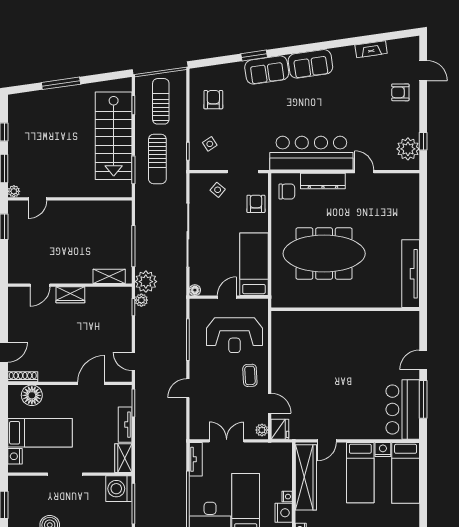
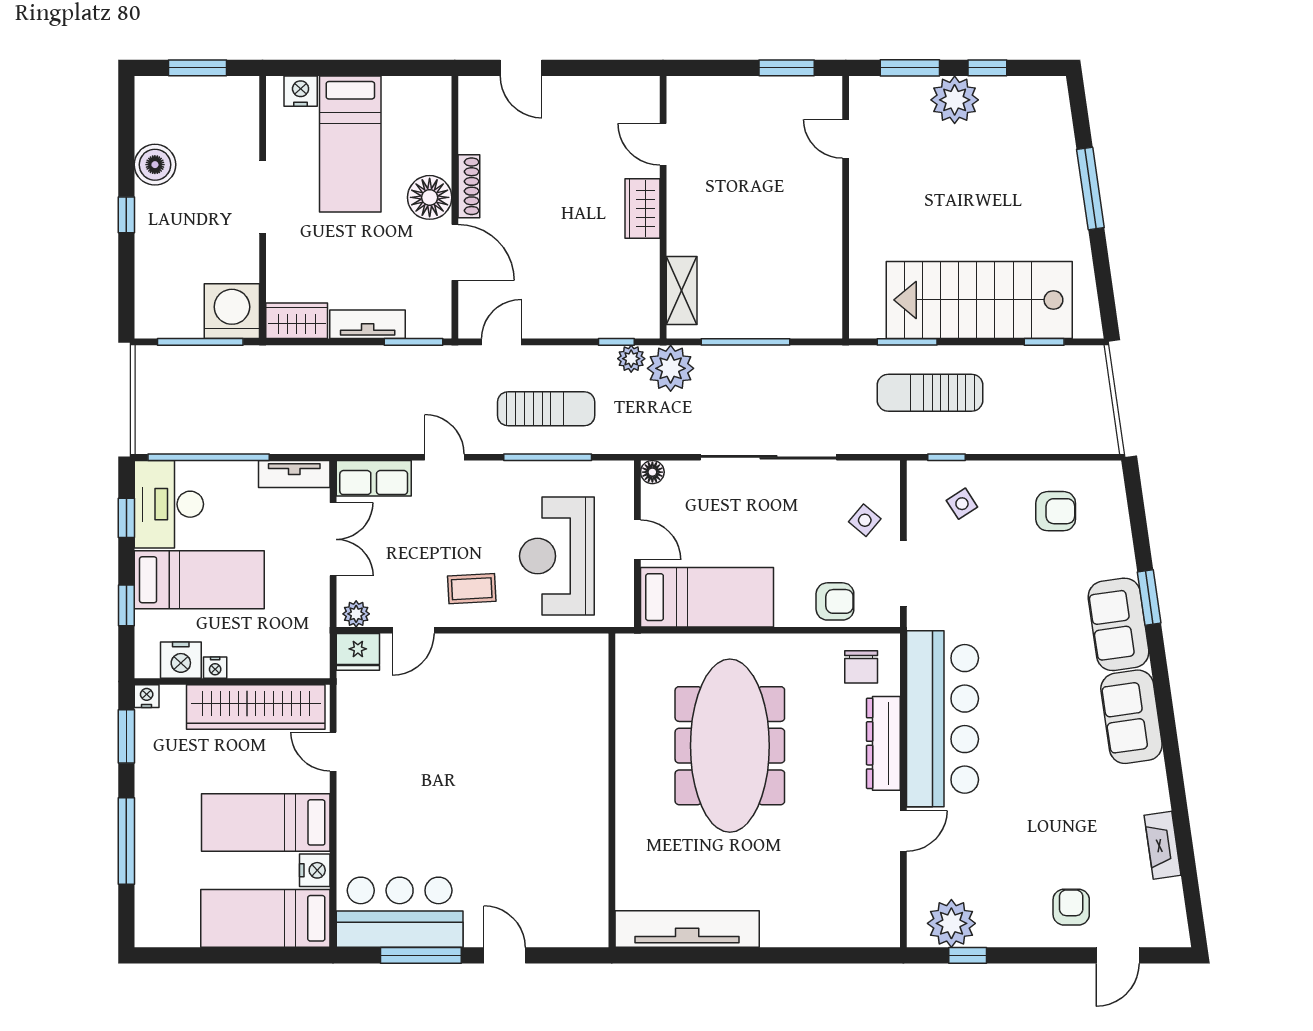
sun lounger: (161, 101) -> (546, 409), moved
plant: (14, 191) -> (955, 100), moved, width x1.88, depth x1.88
shoe rack: (23, 377) -> (469, 186), moved
floor lamp: (32, 395) -> (430, 197), moved
row of seats: (198, 422) -> (374, 478), added

